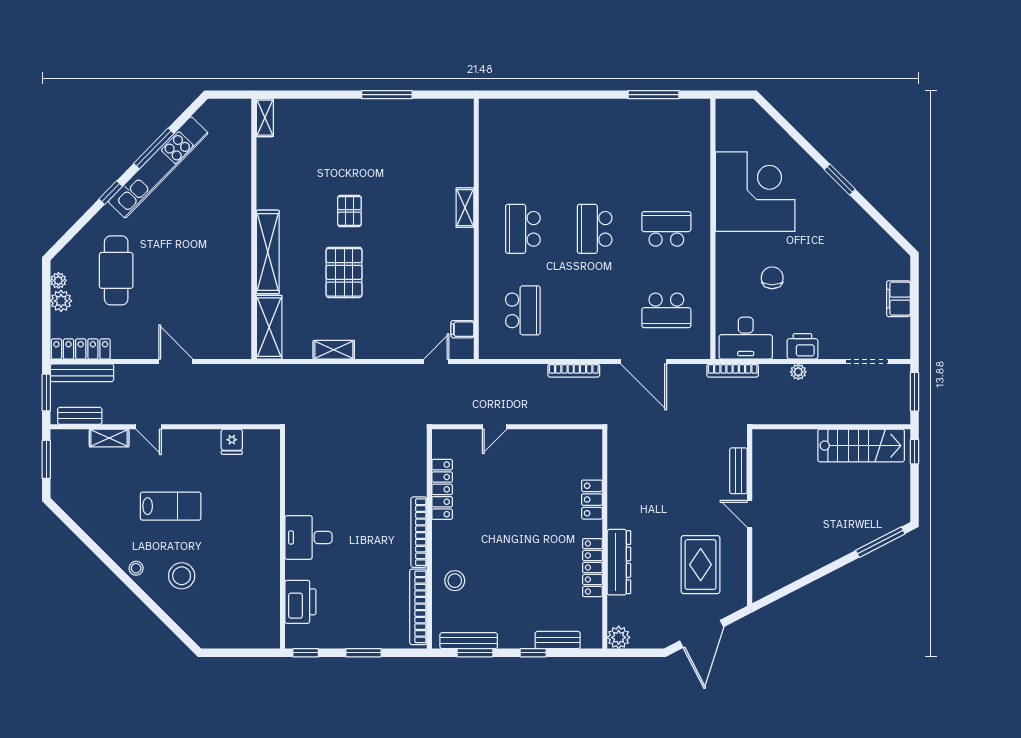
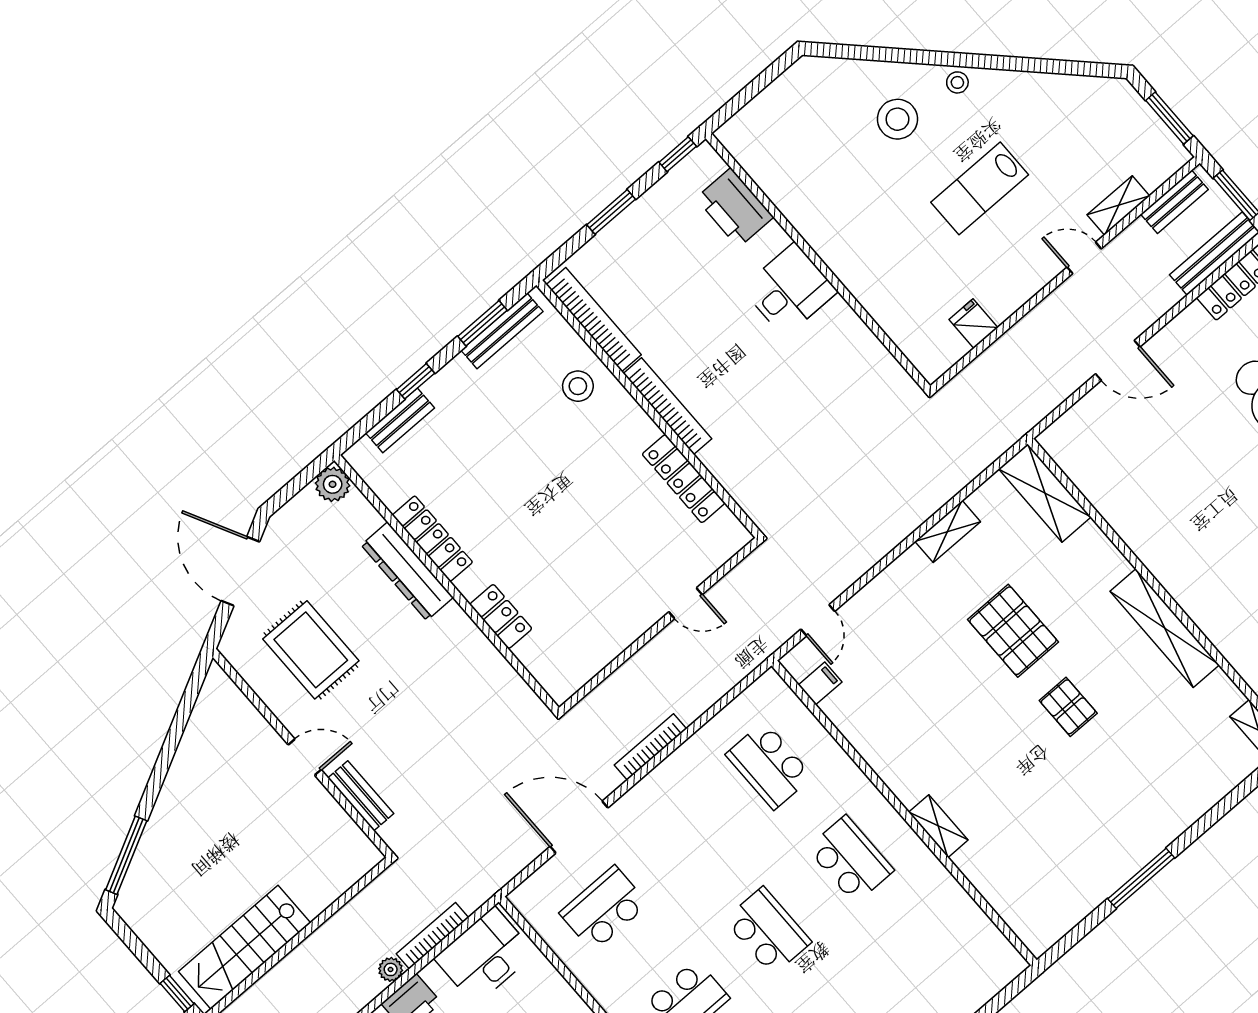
shelving: (268, 252) -> (1165, 628), moved
bookcase: (733, 371) -> (433, 936), moved
door: (495, 427) -> (686, 603), swing flipped

